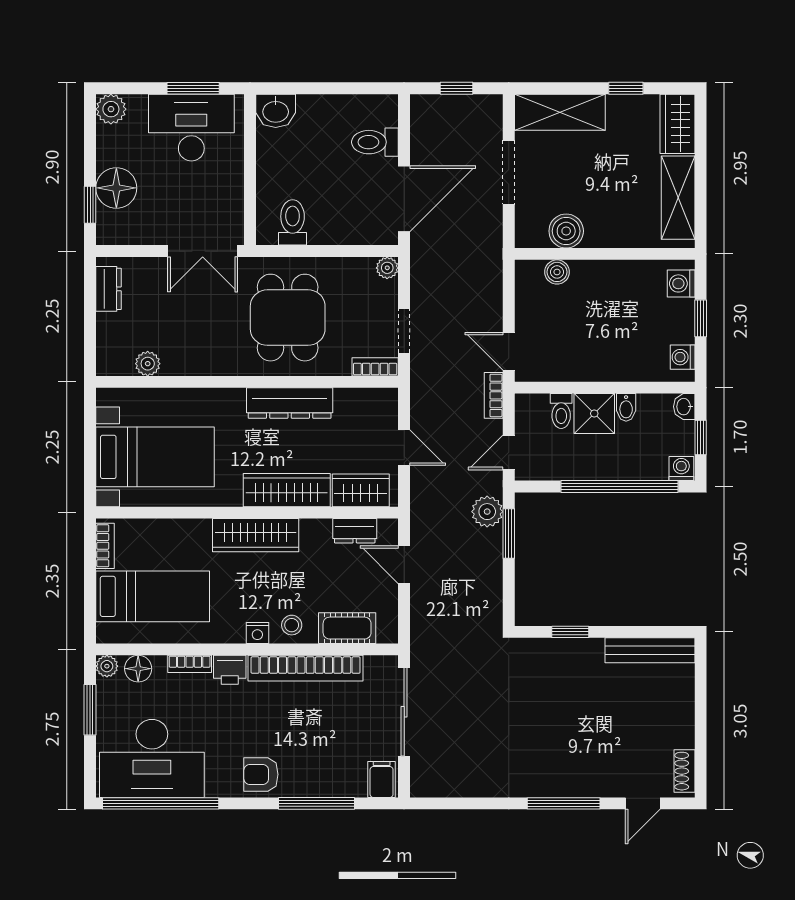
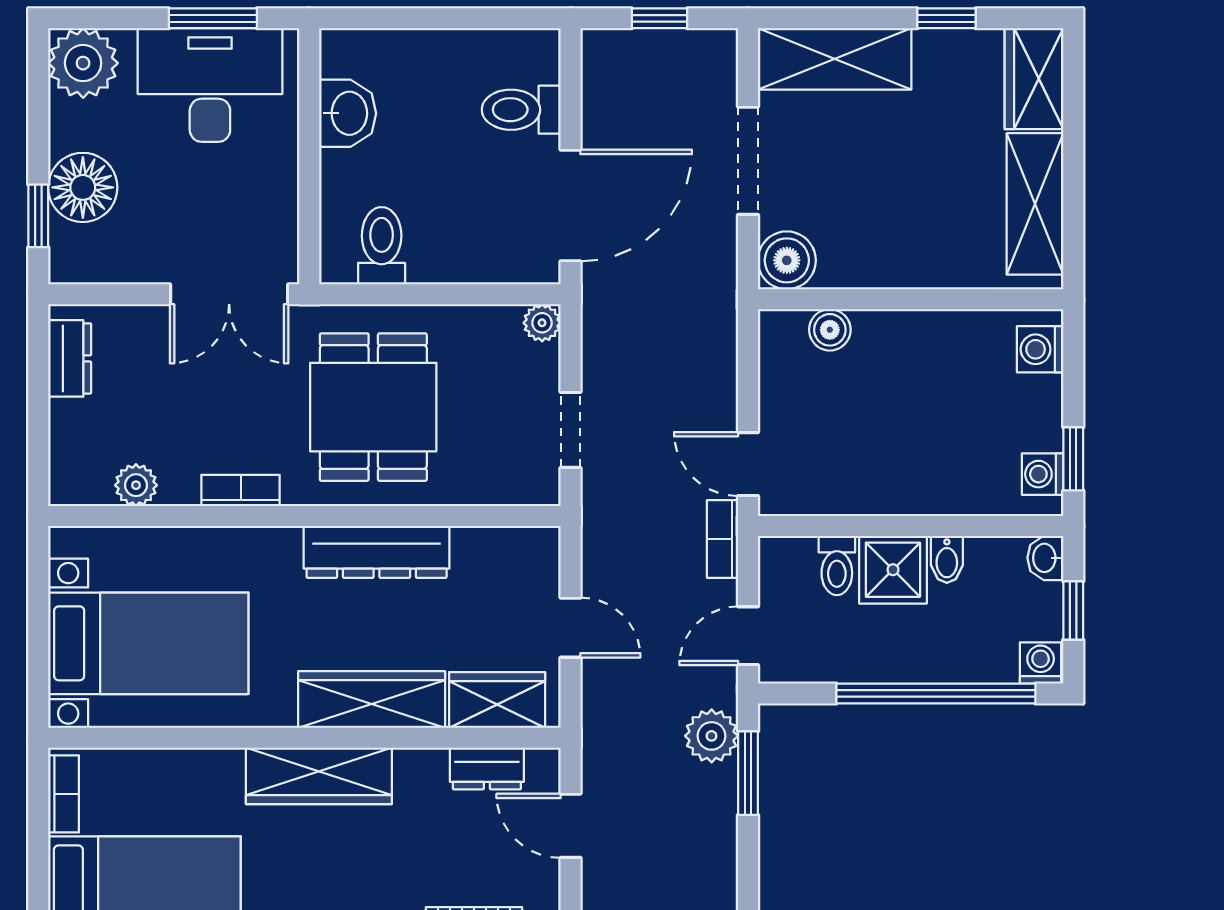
plant: (111, 109) -> (83, 63), width x1.36, depth x1.36
washbasin: (276, 111) -> (348, 113), moved, turned -90
boiler: (566, 231) -> (787, 260), moved
window: (701, 318) -> (1073, 459), moved
bookcase: (375, 367) -> (241, 491), moved

